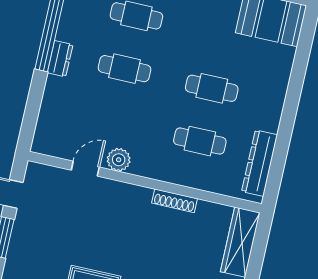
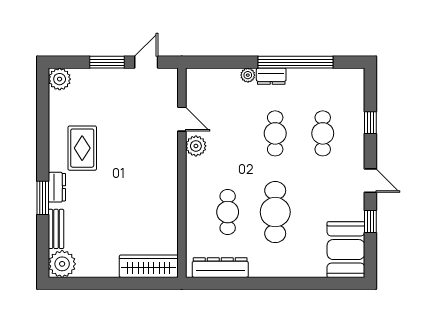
plant: (53, 84) -> (248, 75), added
cafe table: (212, 88) -> (275, 212), width x1.37, depth x1.35
shoe rack: (175, 201) -> (171, 202), removed

